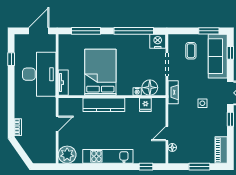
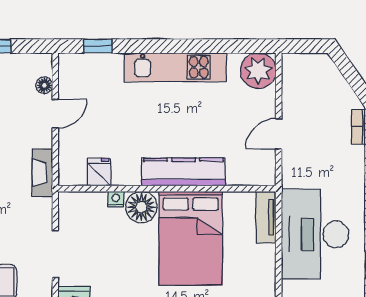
floor lamp: (150, 88) -> (141, 207), moved
fireplace: (173, 92) -> (42, 173), moved

